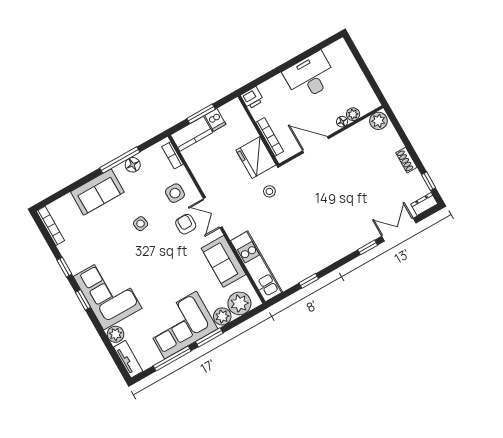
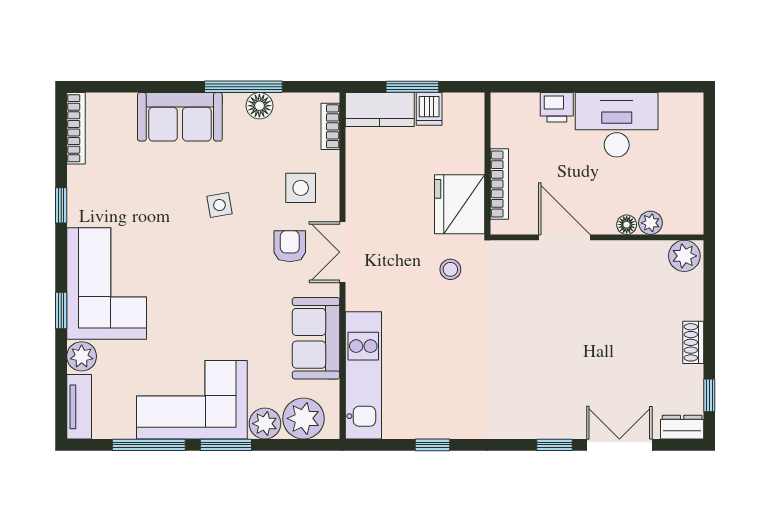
printer: (252, 98) -> (557, 107), moved
window: (83, 300) -> (61, 311), moved

